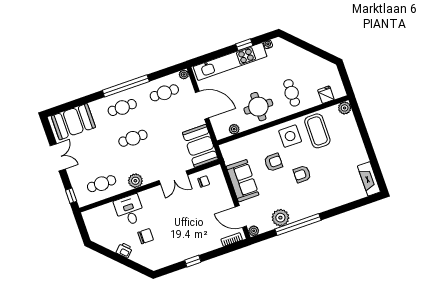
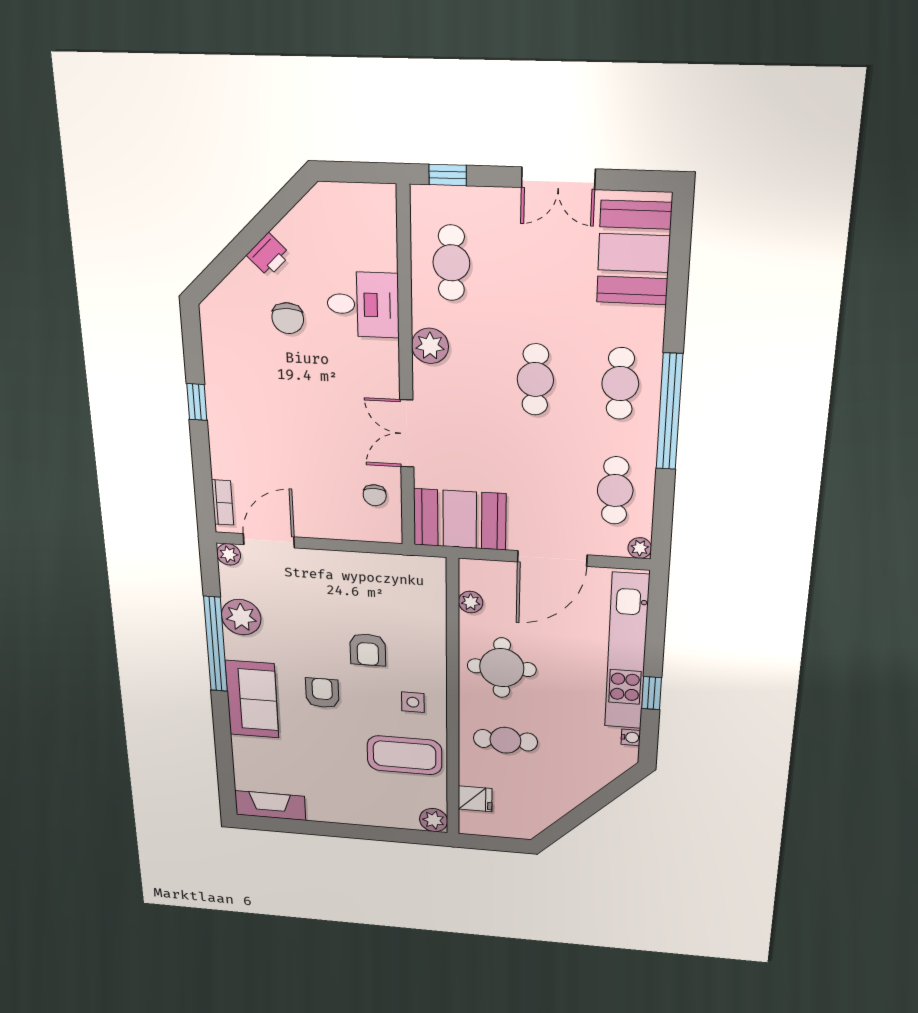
side table: (290, 136) -> (413, 702), width x0.54, depth x0.54
sofa: (242, 181) -> (252, 699), moved, turned -90

